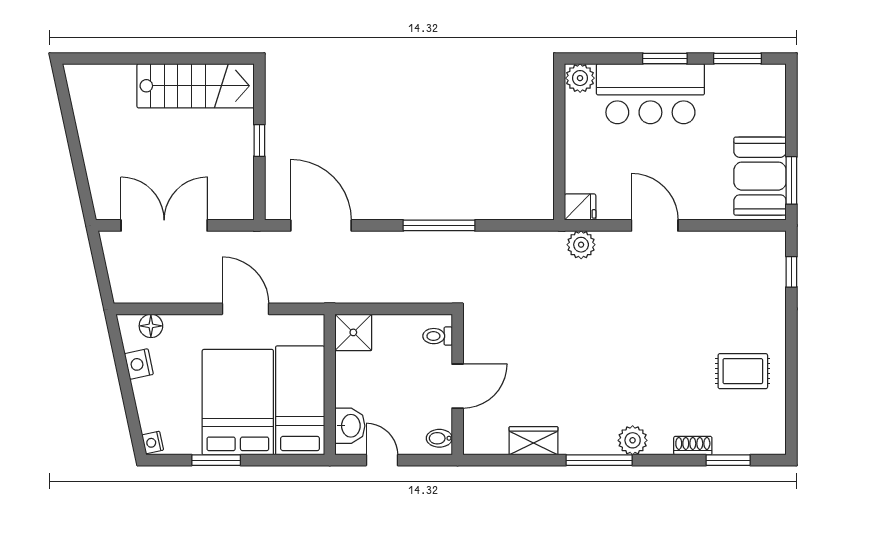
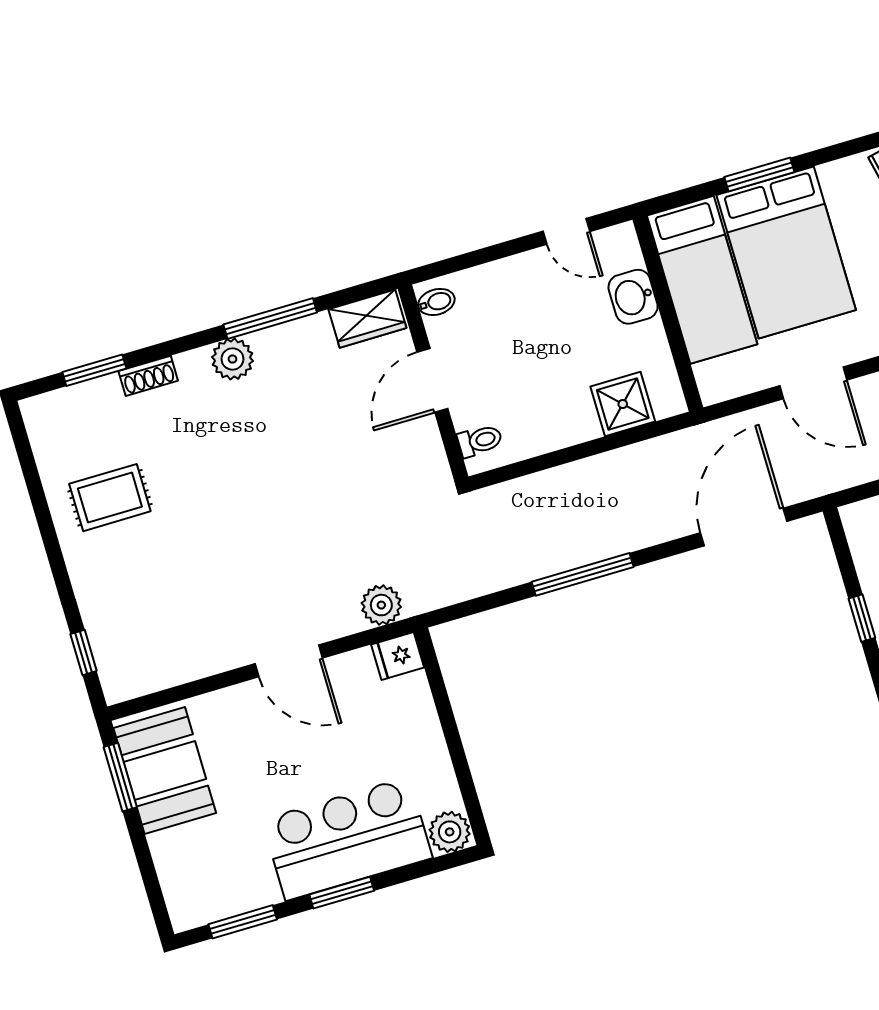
door: (321, 225) -> (744, 527), swing flipped
shower: (353, 332) -> (623, 404), moved
toilet: (438, 336) -> (480, 441), moved
wall: (458, 385) -> (433, 383), moved
door: (458, 386) -> (432, 380), moved
washbasin: (350, 426) -> (633, 297), moved
bidet: (439, 438) -> (436, 302), moved
window: (216, 460) -> (759, 174), moved

